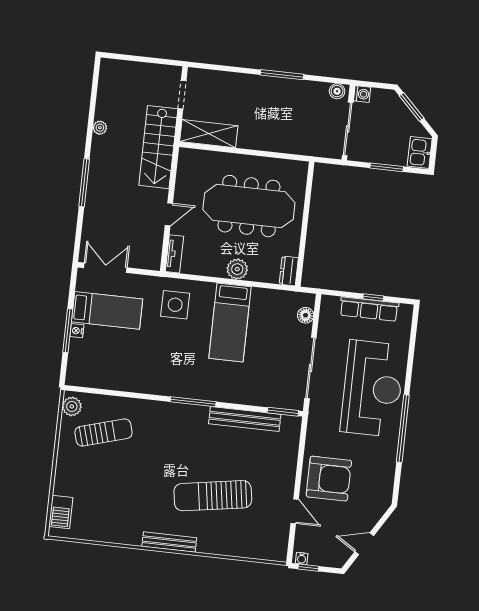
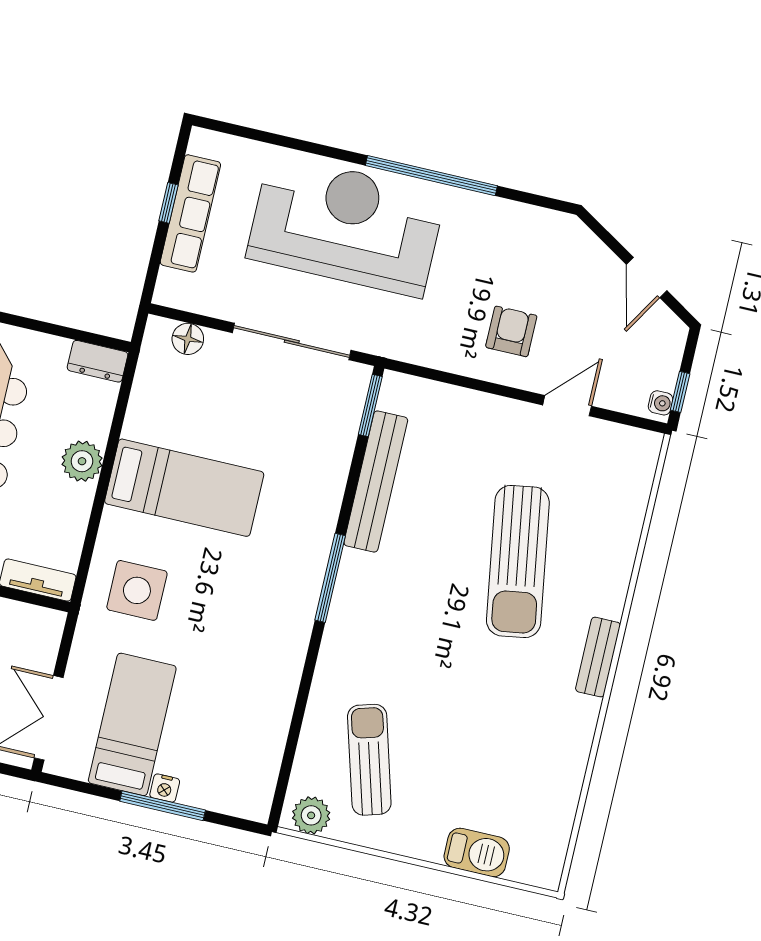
armchair: (329, 479) -> (511, 331), width x0.53, depth x0.53
barbecue: (61, 512) -> (477, 852), moved
bench: (169, 542) -> (598, 657), width x0.73

